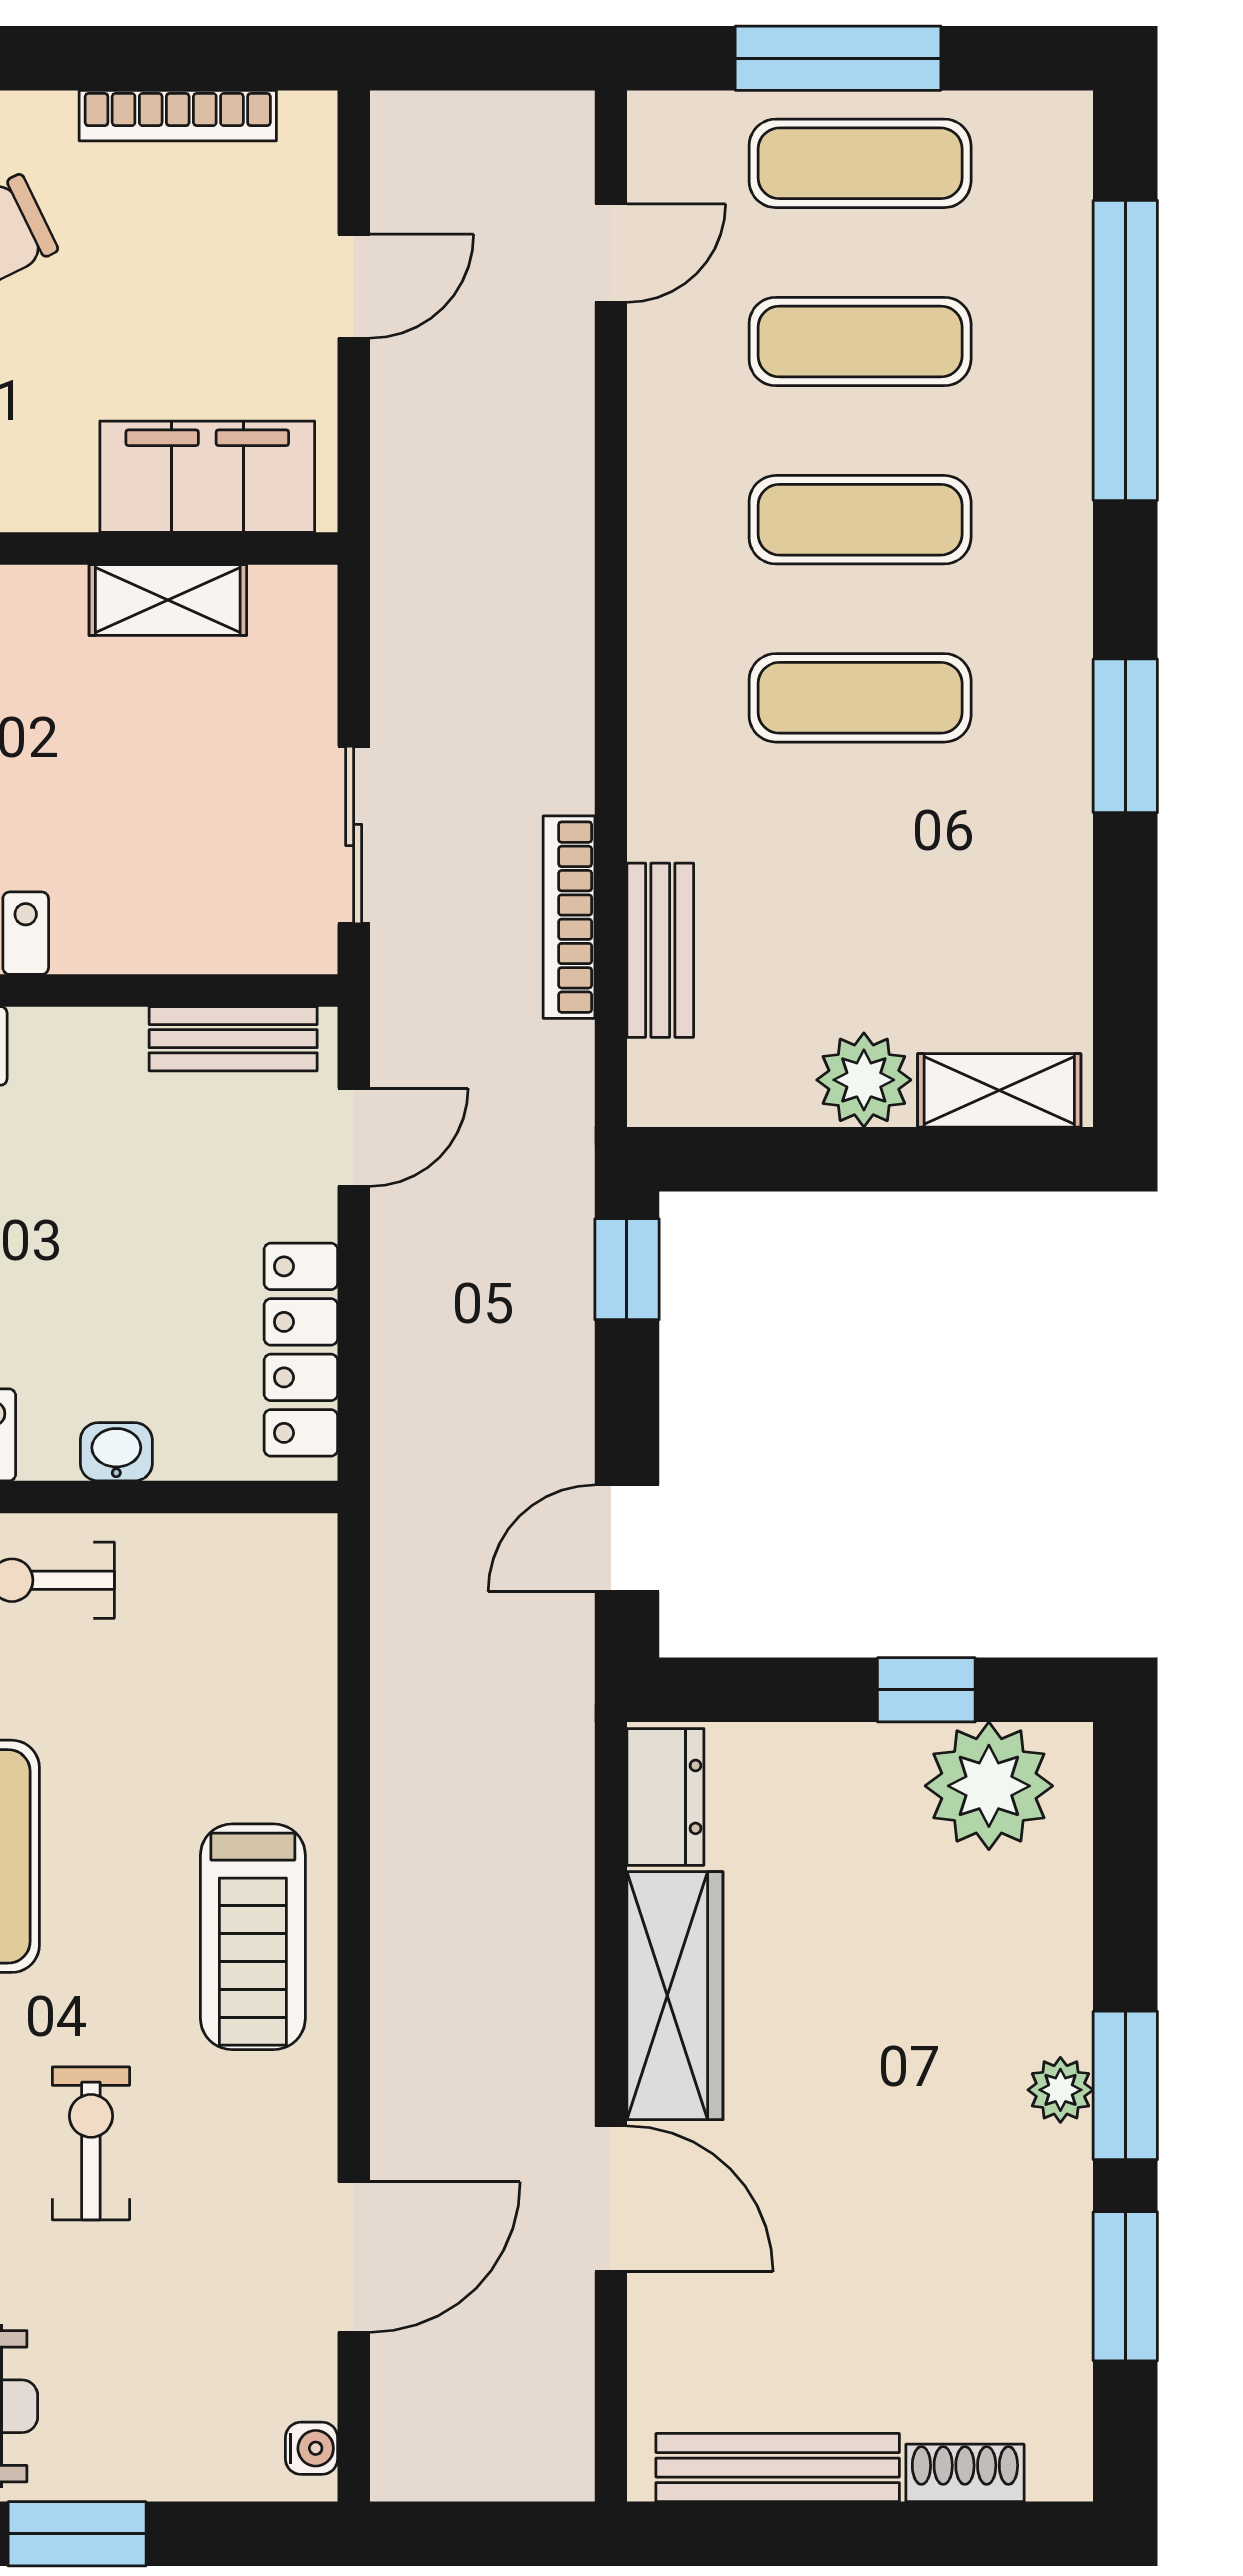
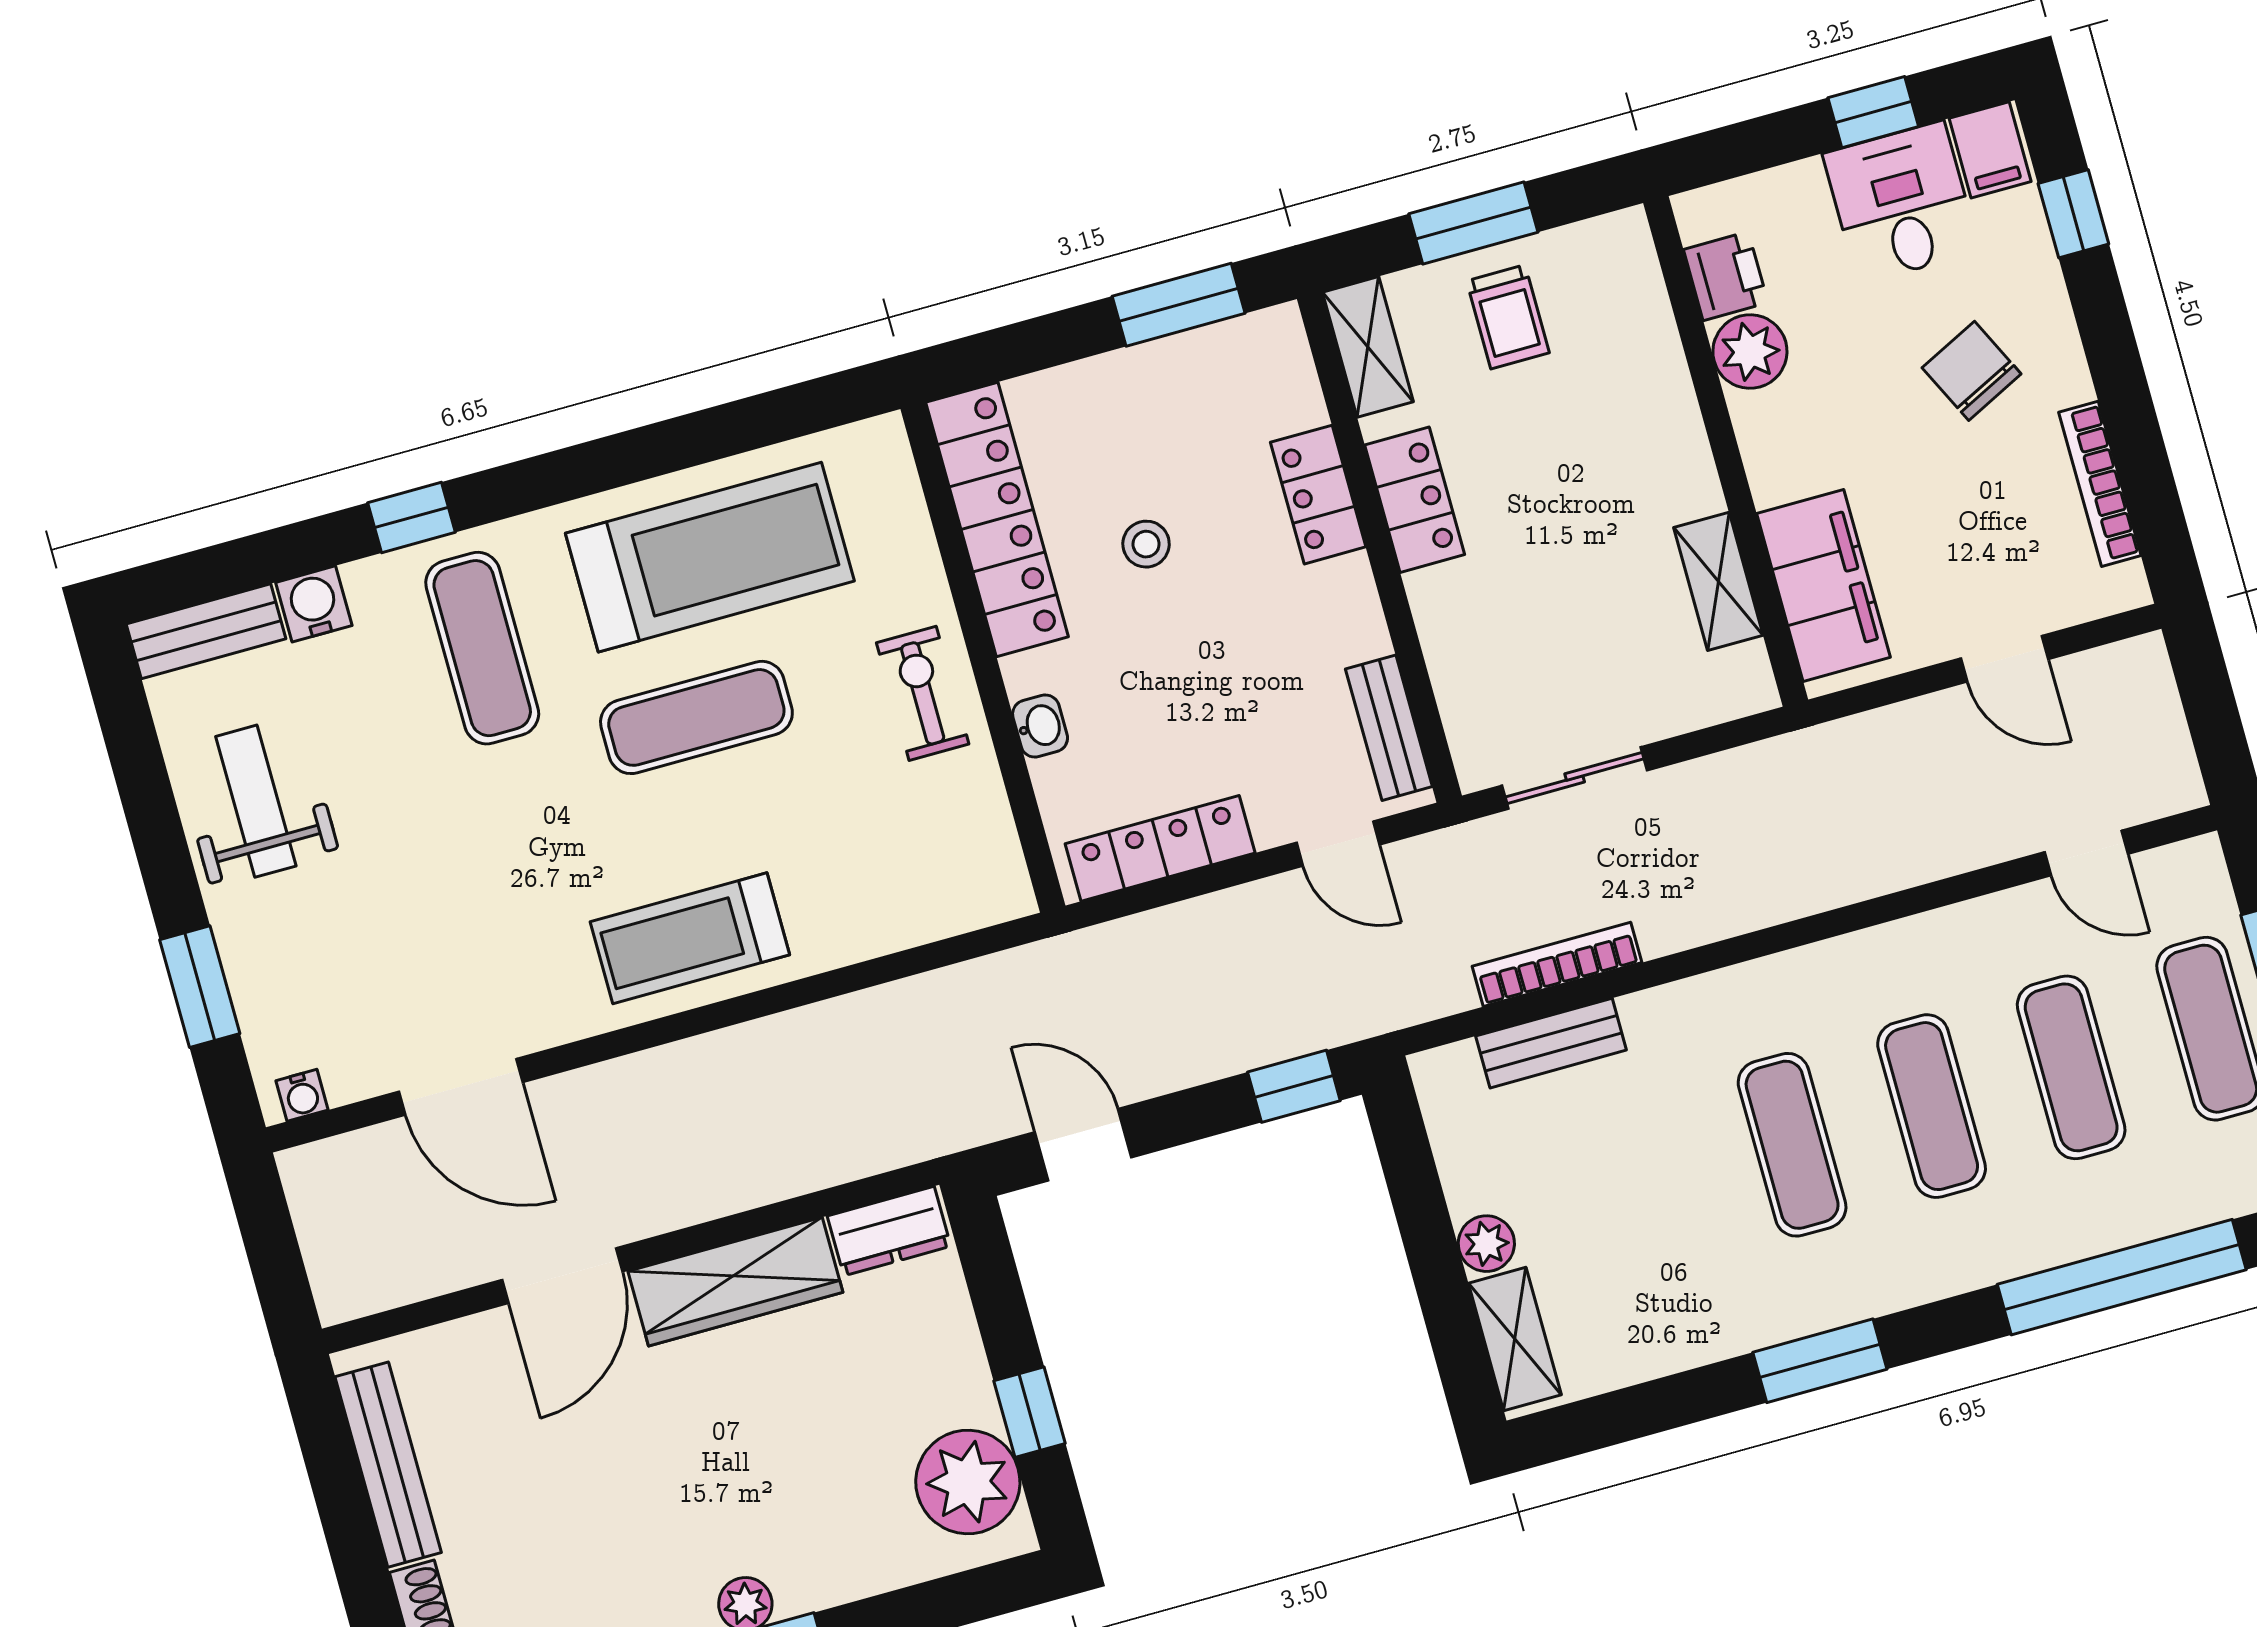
plant: (864, 1080) -> (1486, 1244), width x0.73, depth x0.73
exercise bike: (91, 2143) -> (493, 856), removed
window: (77, 2534) -> (200, 987), moved

